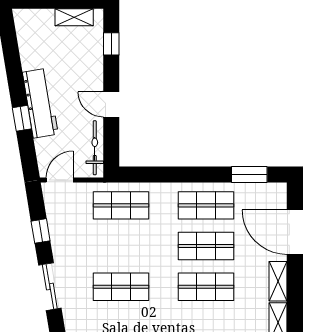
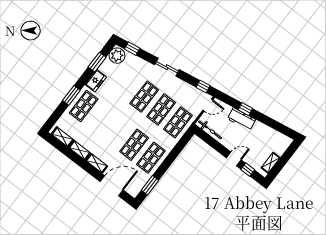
workbench: (40, 103) -> (242, 119), width x0.73
door: (111, 104) -> (234, 159), moved
door: (60, 180) -> (208, 105), hinge flipped
window: (41, 231) -> (203, 86), moved
shop shelf: (206, 287) -> (161, 110), moved

